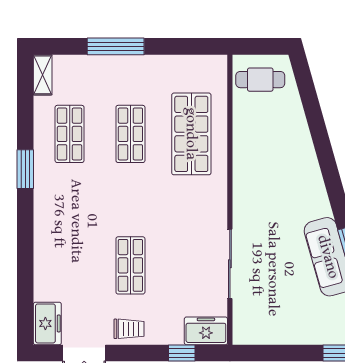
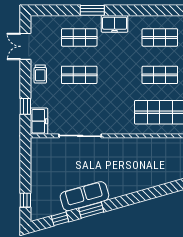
window: (25, 169) -> (92, 10), moved
shop shelf: (70, 265) -> (79, 37), added
freezer: (47, 323) -> (115, 24), moved

